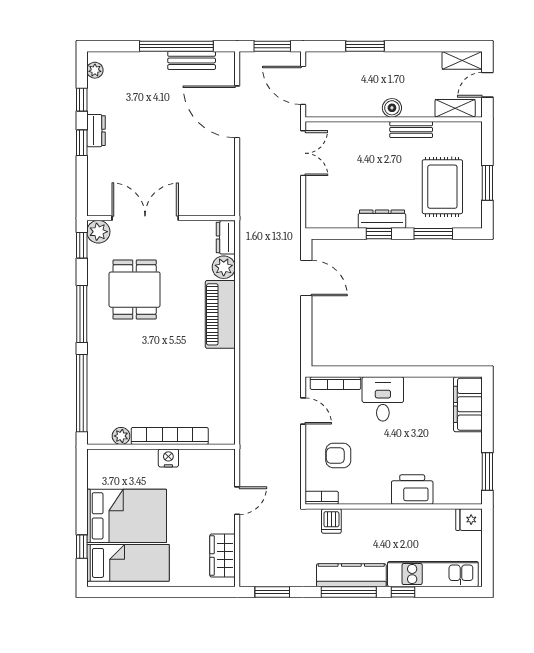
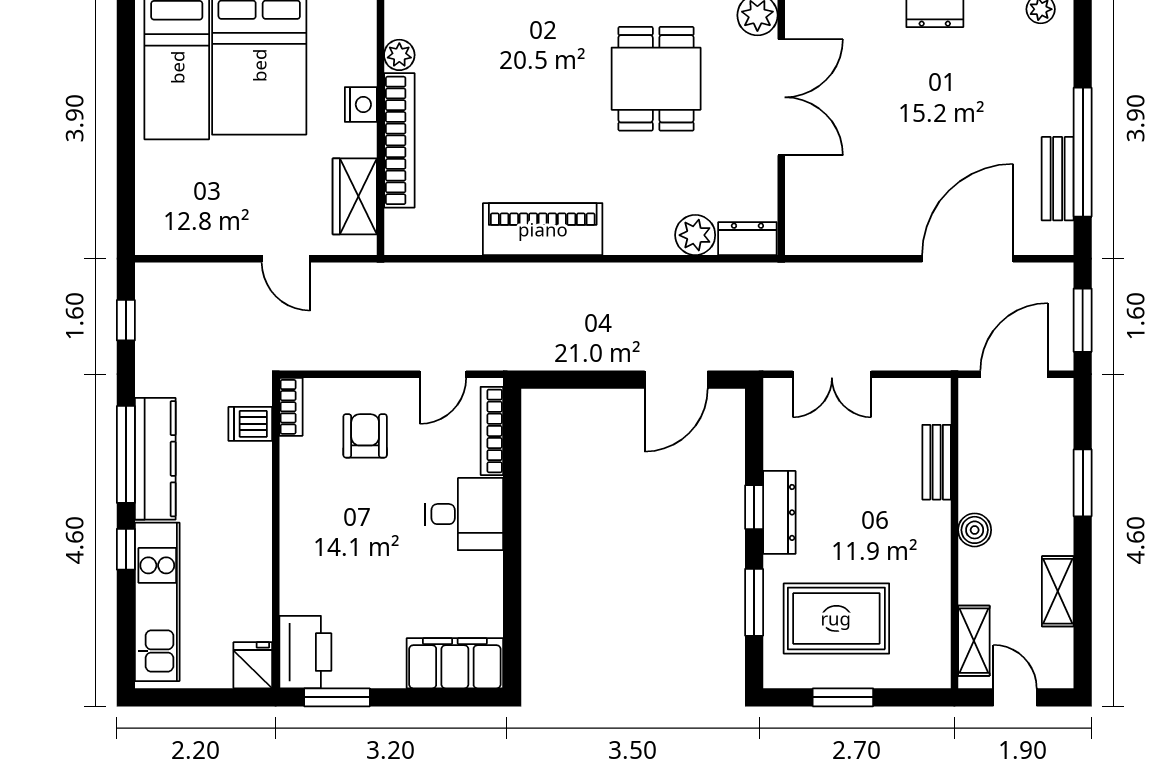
shelving: (462, 60) -> (1058, 591), moved
bench: (411, 130) -> (937, 462), moved
double door: (303, 153) -> (832, 374), moved
dining table: (135, 290) -> (656, 79), turned 90
piano: (220, 314) -> (543, 229), moved
nightstand: (168, 458) -> (361, 104), moved
printer: (412, 490) -> (305, 652), moved
wardrobe: (223, 555) -> (355, 196), moved, turned -90
window: (272, 592) -> (126, 320), width x0.67

